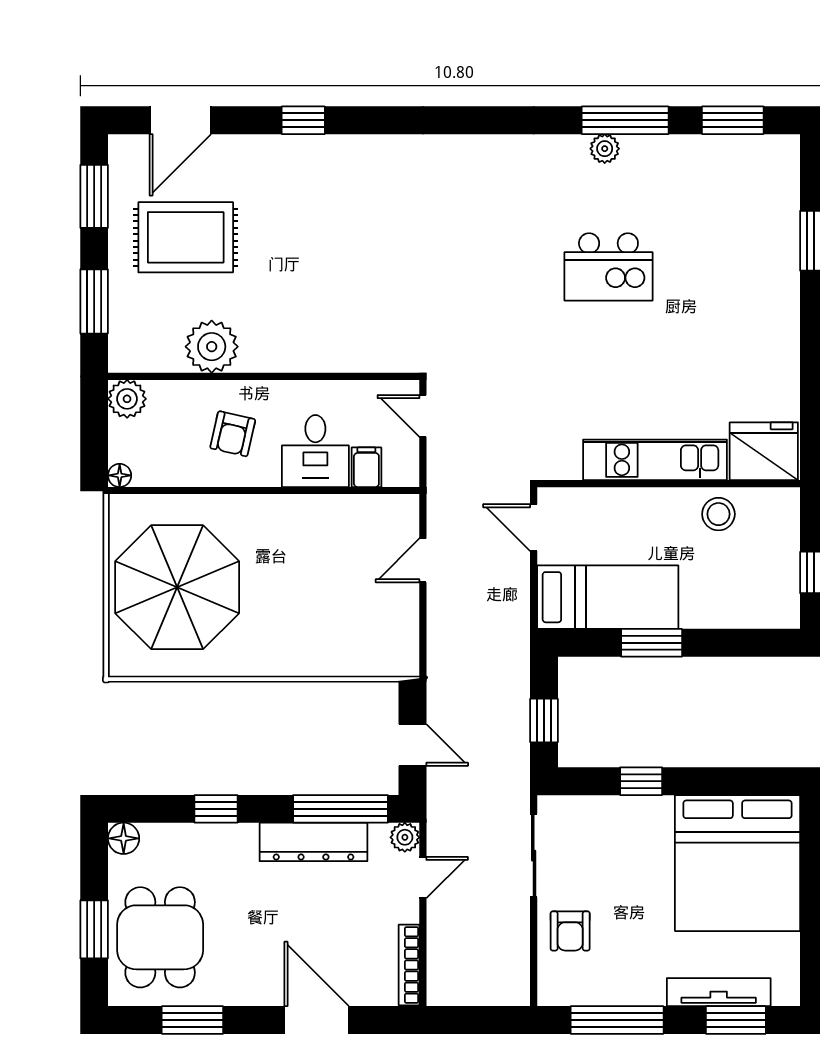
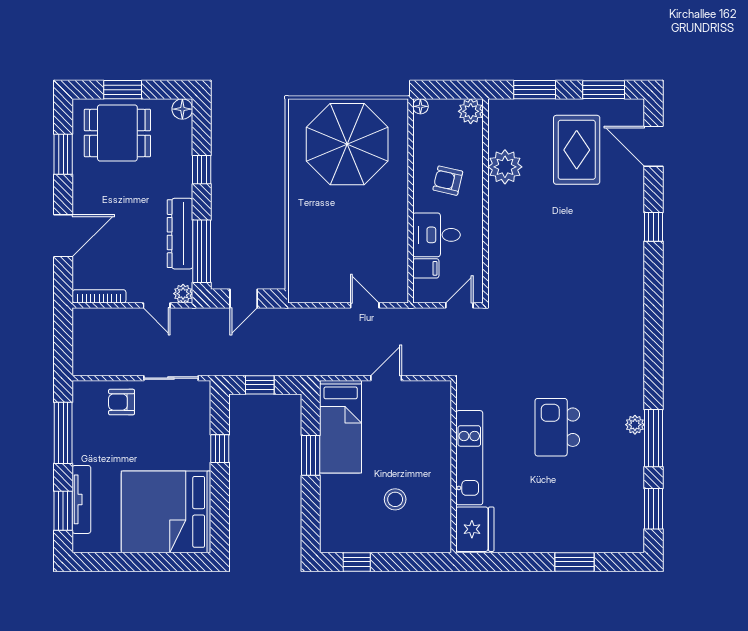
fridge: (764, 451) -> (475, 529), moved
kitchen unit: (655, 460) -> (469, 458), moved
wall: (669, 484) -> (454, 467), moved

